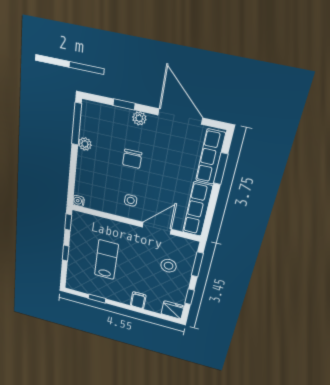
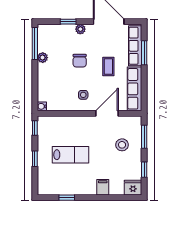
coffee table: (169, 175) -> (108, 66), added
lab bench: (106, 260) -> (71, 155), turned 90

